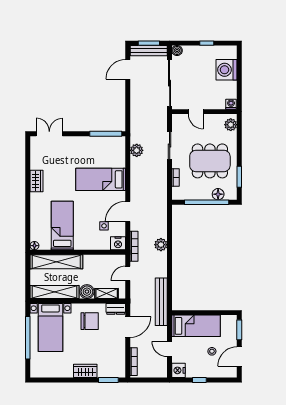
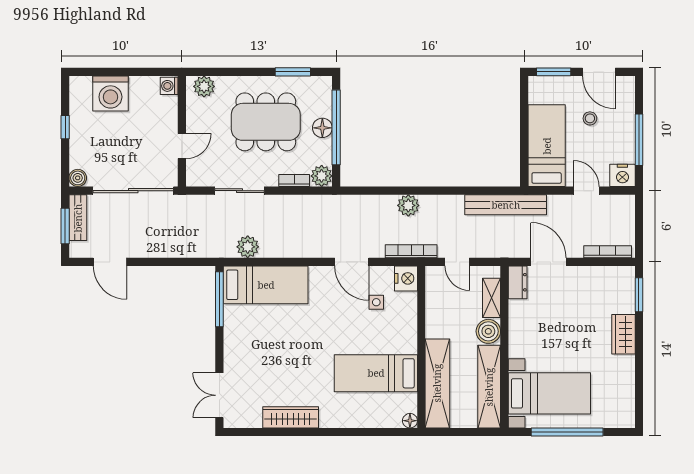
bench: (149, 51) -> (78, 218), width x0.73
dining table: (210, 161) -> (266, 122), turned 90
bed: (101, 179) -> (266, 285), moved, turned -90
wardrobe: (36, 181) -> (291, 417), width x1.50
plant: (178, 194) -> (322, 176), added
floor lamp: (218, 194) -> (322, 128), moved
chair: (90, 321) -> (539, 327), removed
door: (170, 349) -> (586, 191), swing flipped
window: (199, 380) -> (639, 140), width x2.17

